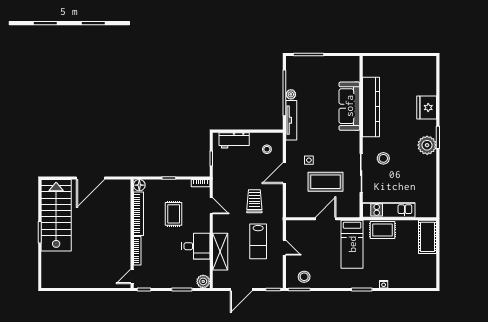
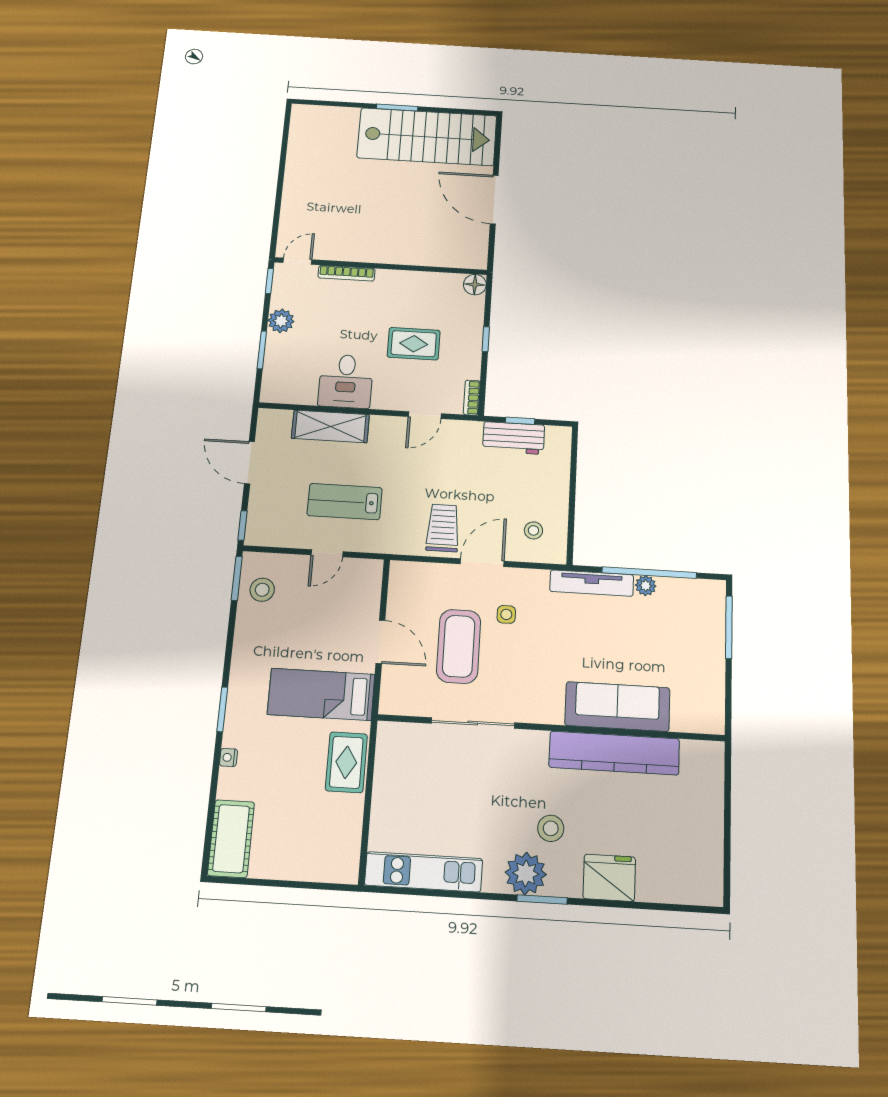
workbench: (234, 140) -> (514, 438), moved, turned -90
stool: (383, 158) -> (551, 828), moved
door: (284, 173) -> (482, 563), hinge flipped
trolley: (254, 201) -> (443, 528), moved, turned -90
kitchen unit: (389, 210) -> (424, 872), moved, turned -90
bookcase: (138, 214) -> (419, 280), removed
cot: (427, 237) -> (231, 839), moved, turned 90
door: (132, 276) -> (297, 261), hinge flipped
plant: (203, 281) -> (281, 321), moved

